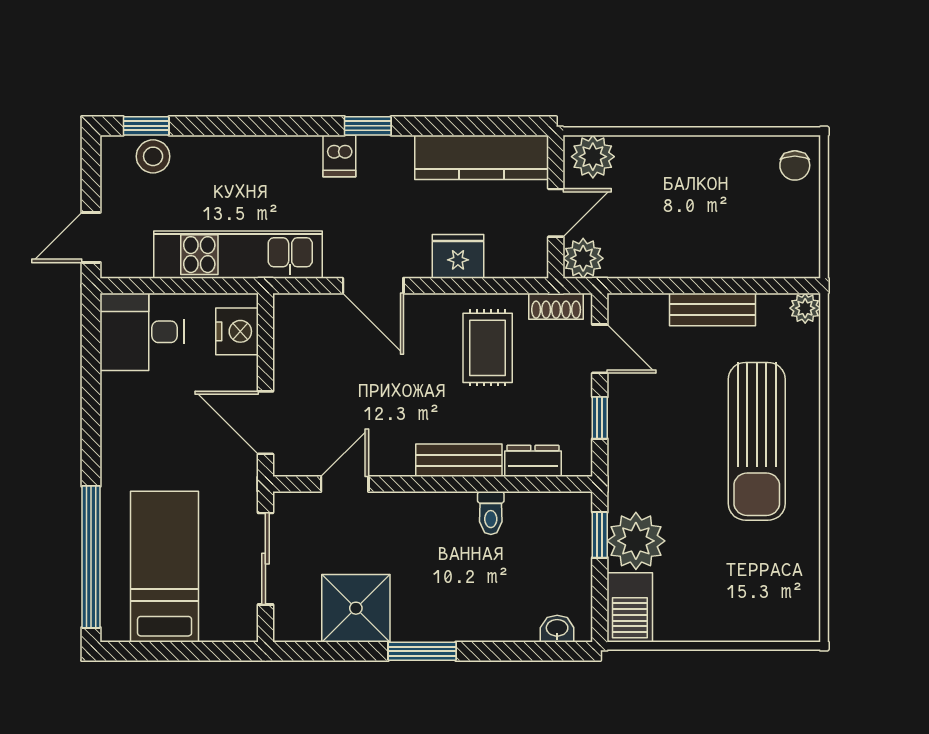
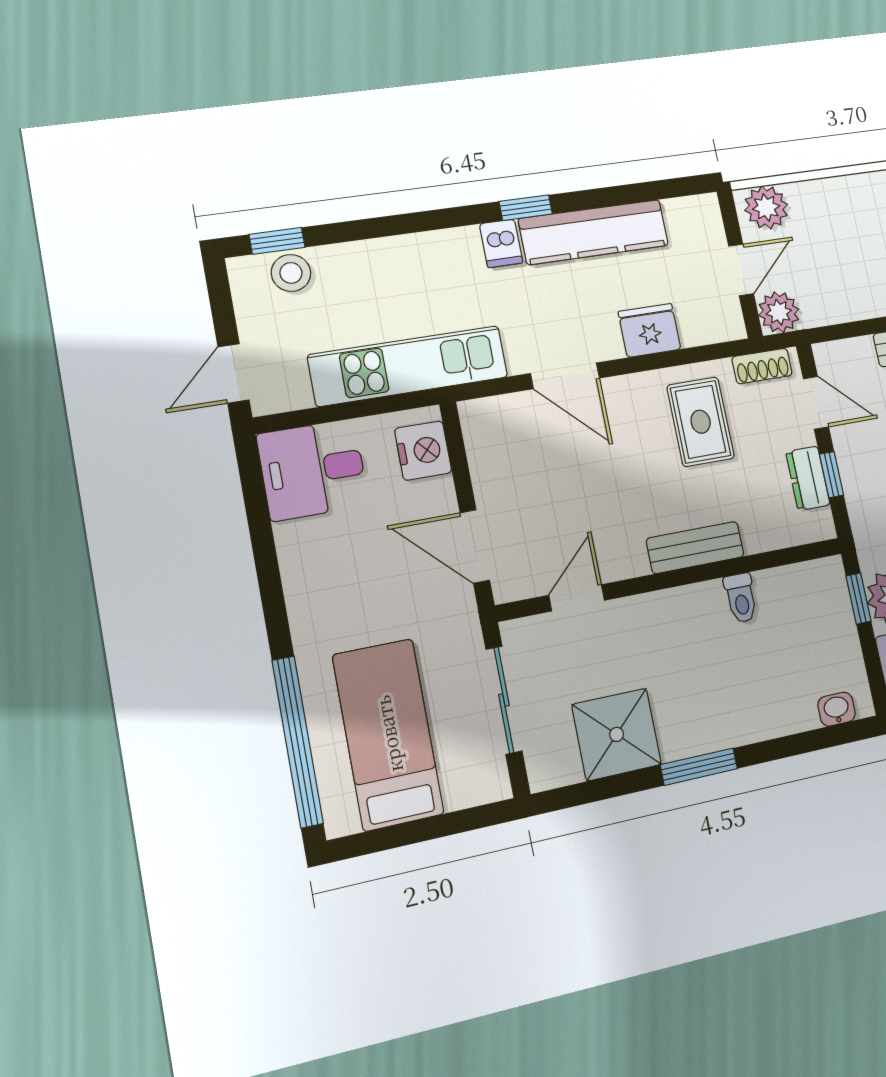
kitchen counter: (482, 157) -> (594, 232), moved
dresser: (533, 461) -> (808, 478), moved, turned -90

